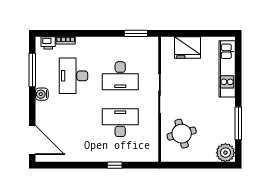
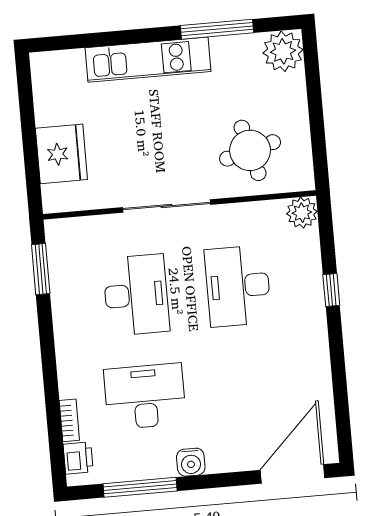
kitchen unit: (227, 69) -> (148, 60), moved
desk: (74, 76) -> (145, 396), turned 180
plant: (151, 155) -> (302, 213), added

